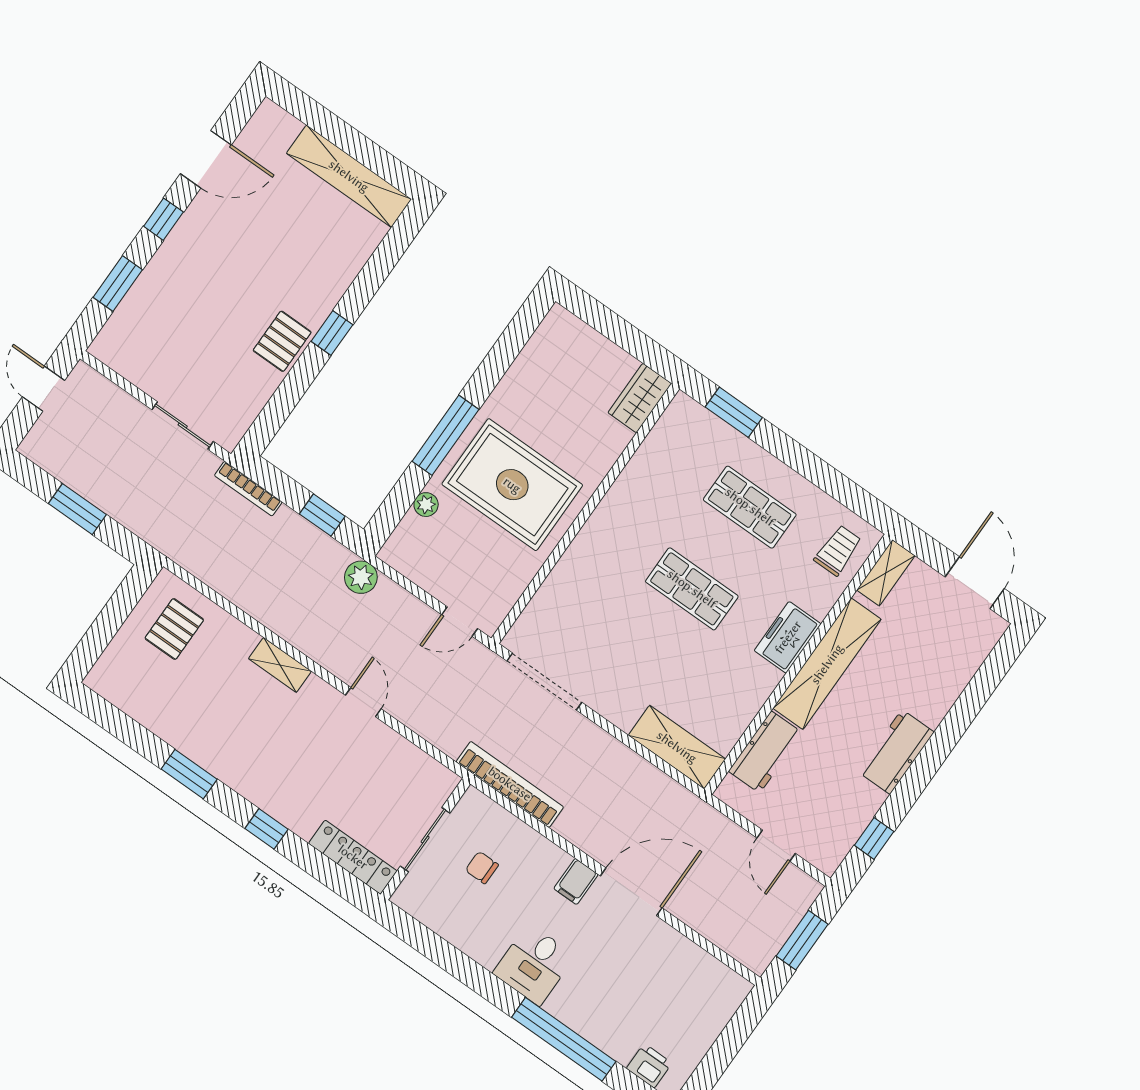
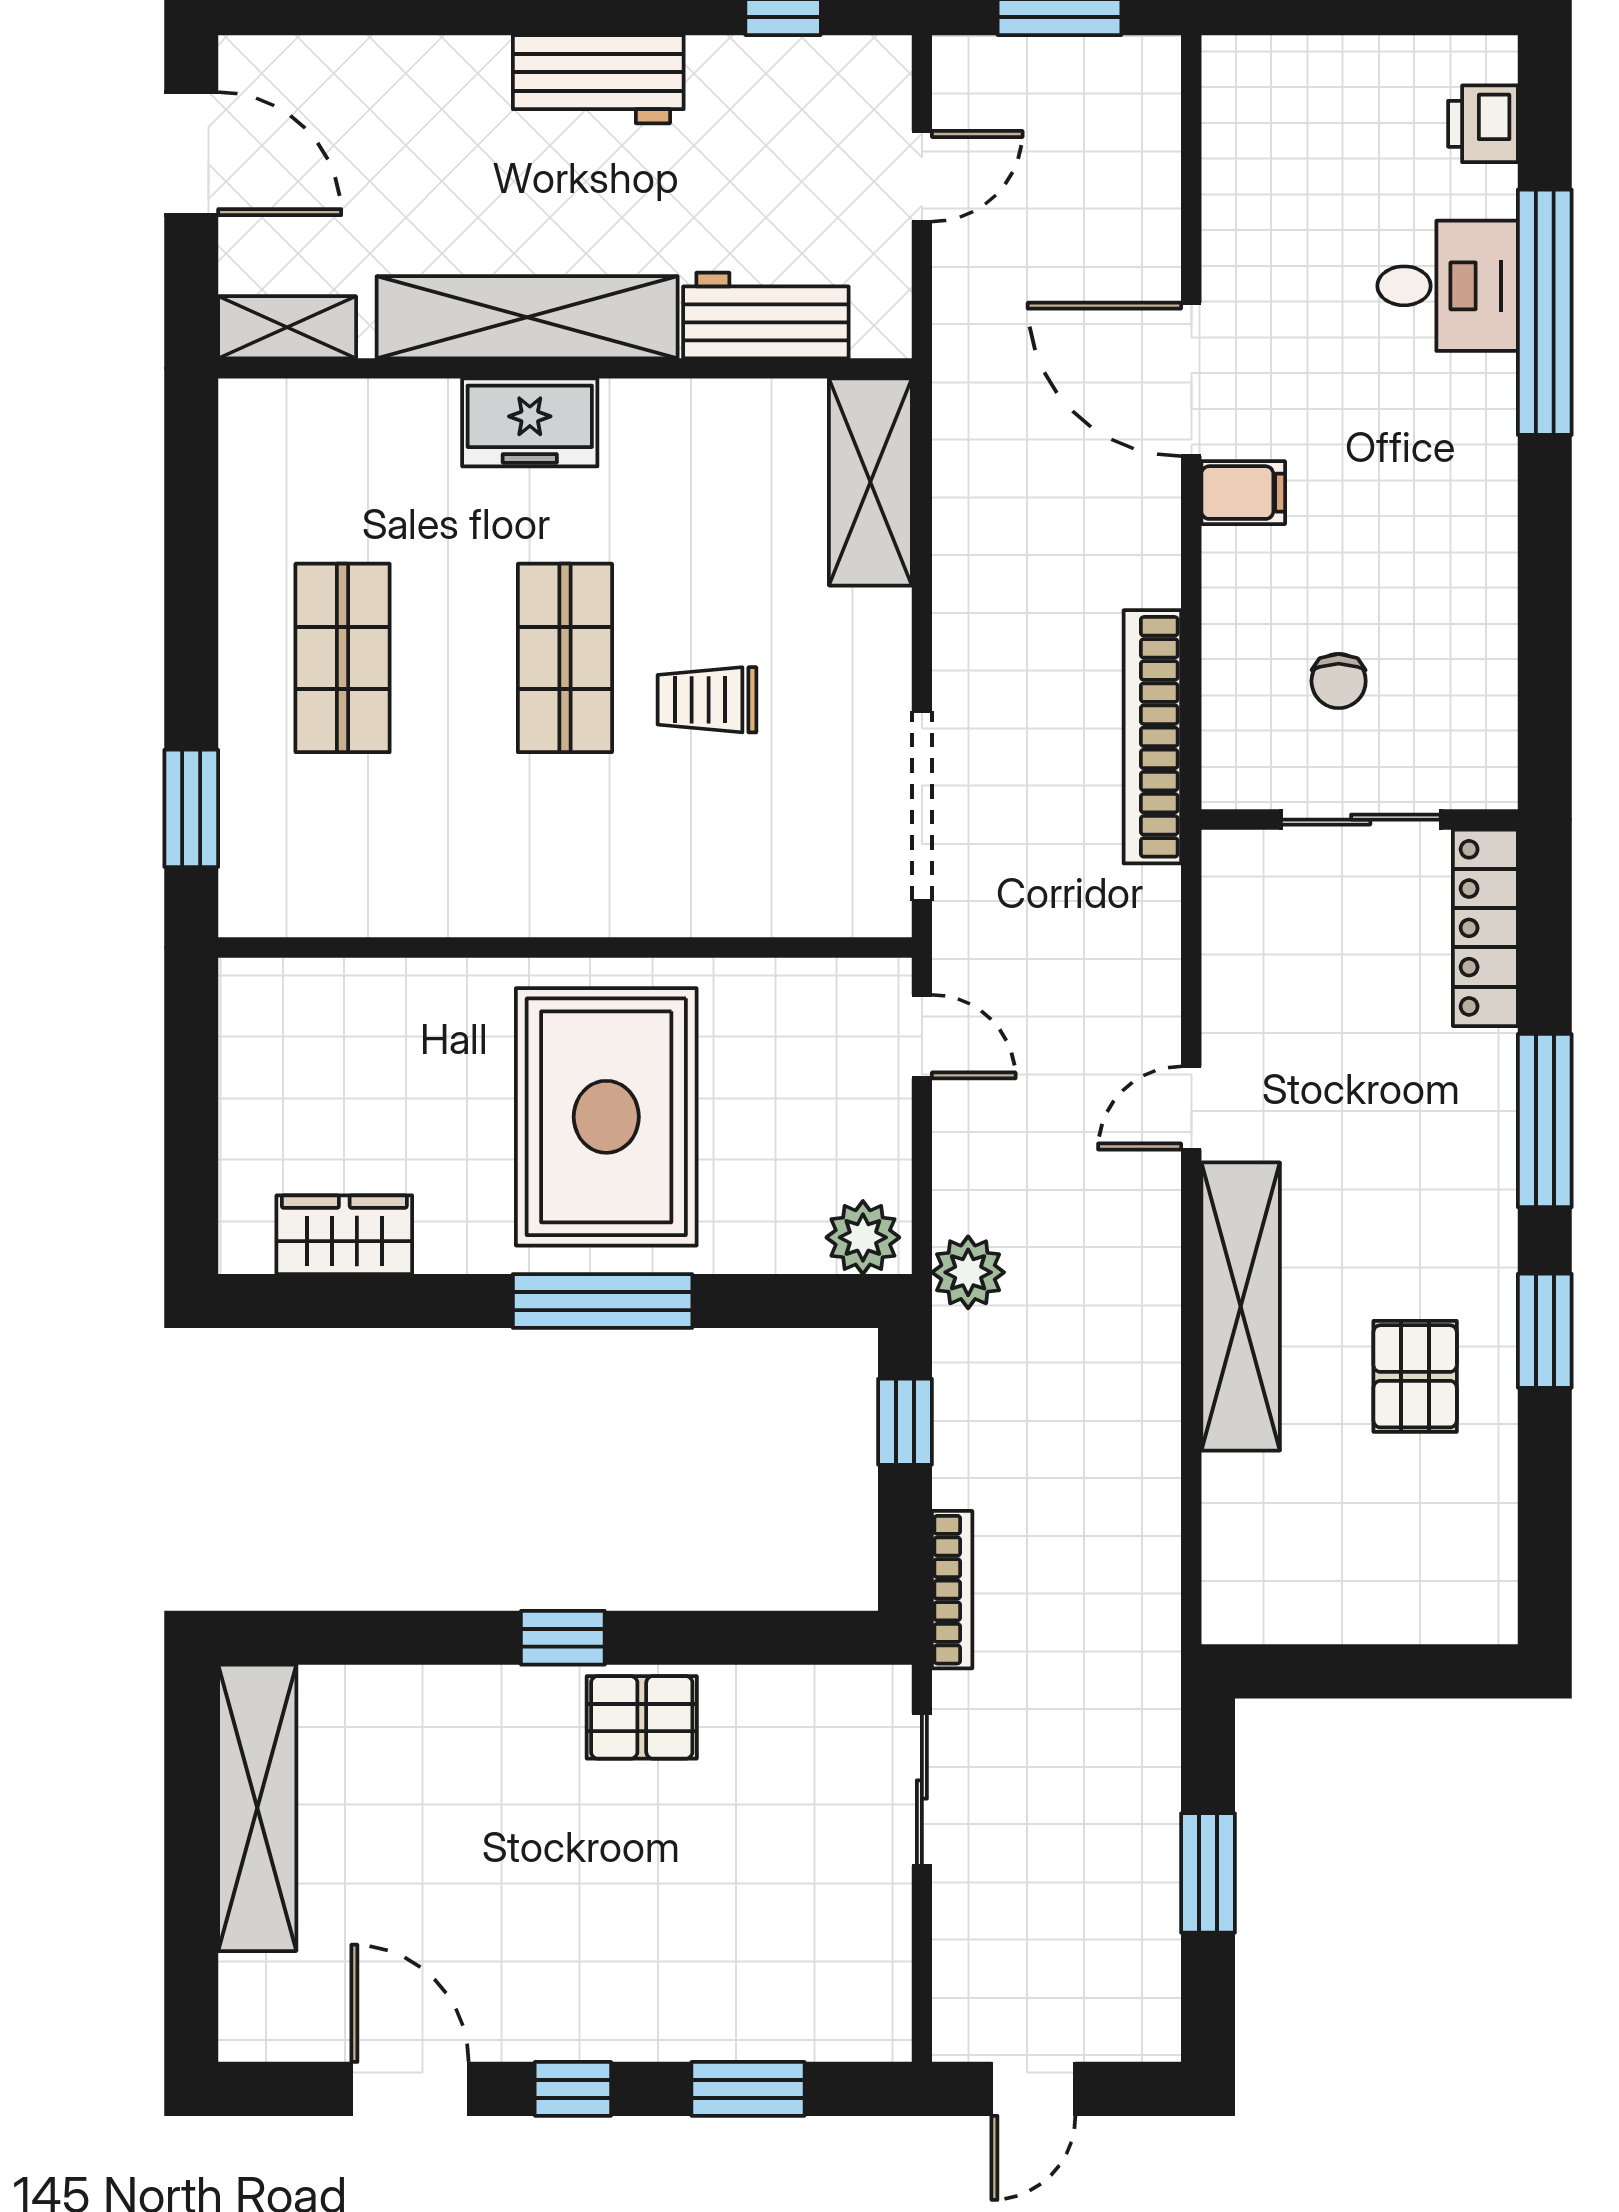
wardrobe: (640, 398) -> (344, 1235), moved, turned 180
plant: (426, 505) -> (863, 1237), moved, width x1.38, depth x1.38
trolley: (838, 550) -> (707, 700), moved
door: (975, 583) -> (191, 154), swing flipped
pallet: (174, 629) -> (1415, 1376), moved, turned 90
shelving: (280, 665) -> (1241, 1306), width x2.20, depth x1.33
window: (266, 829) -> (1545, 1121), width x2.17
desk: (534, 965) -> (1448, 286), moved

